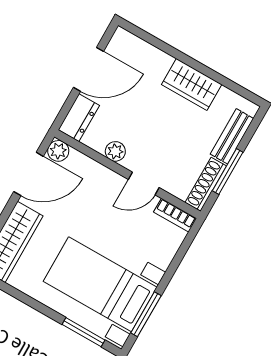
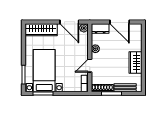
door: (144, 184) -> (90, 66), hinge flipped

